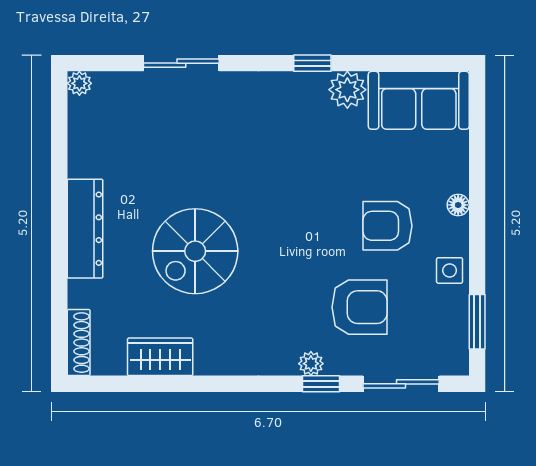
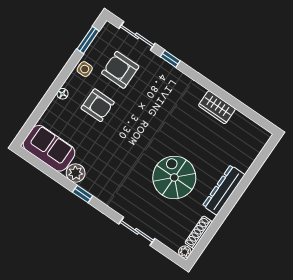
spiral stairs: (195, 251) -> (174, 177), moved, turned -90
armchair: (360, 307) -> (120, 70), moved
shoe rack: (79, 343) -> (199, 232), moved
wardrobe: (160, 357) -> (217, 107), moved
plant: (311, 364) -> (169, 70), removed

